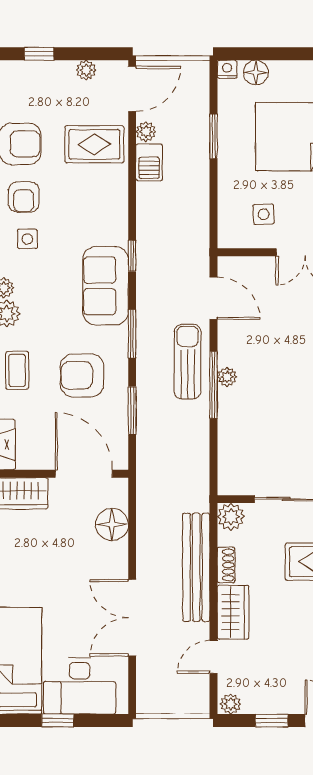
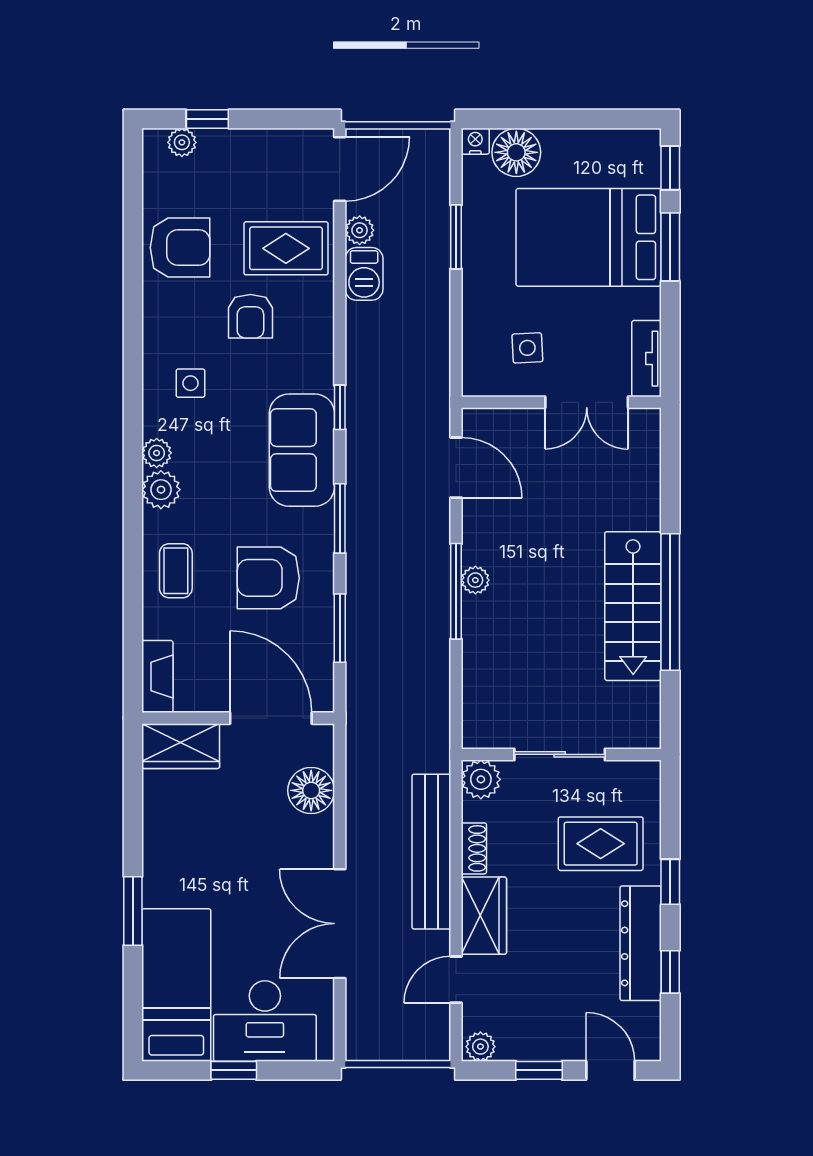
plant: (86, 70) -> (182, 142), moved
floor lamp: (256, 72) -> (516, 152), width x1.38, depth x1.38
armchair: (24, 197) -> (250, 316), moved
sun lounger: (188, 362) -> (419, 558), removed

